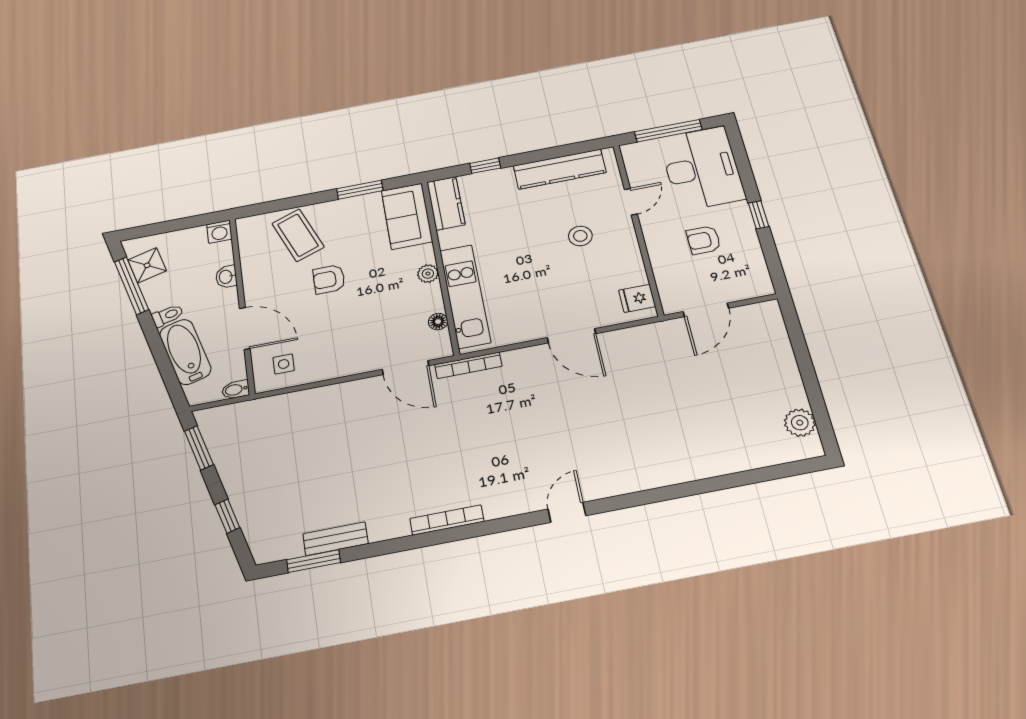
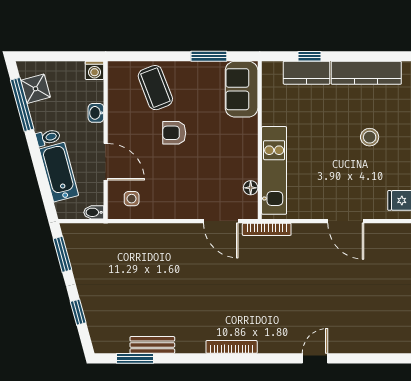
kitchen counter: (446, 203) -> (307, 73), moved, turned 90
plant: (428, 274) -> (250, 145), removed

